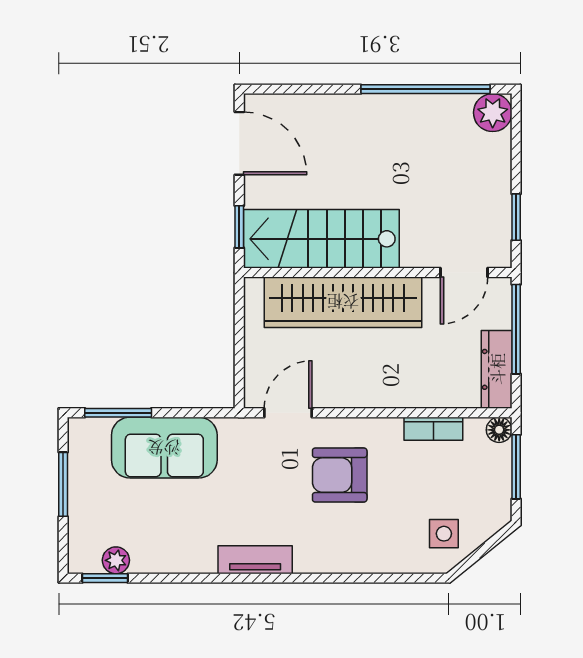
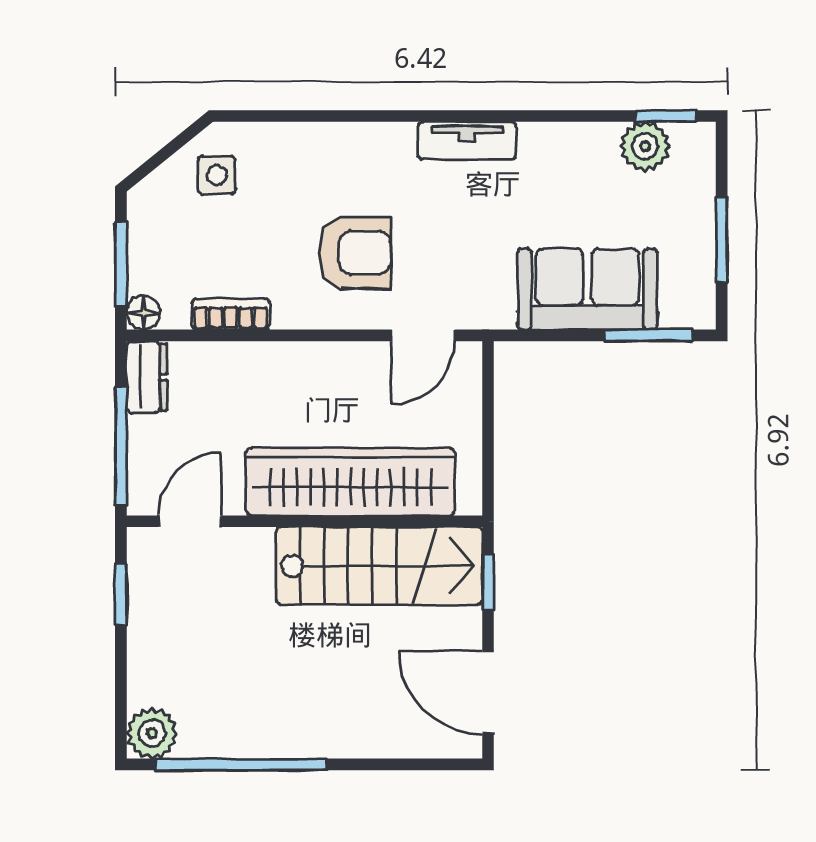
dresser: (497, 369) -> (147, 377), width x0.70
plant: (116, 560) -> (645, 146), width x1.38, depth x1.38

